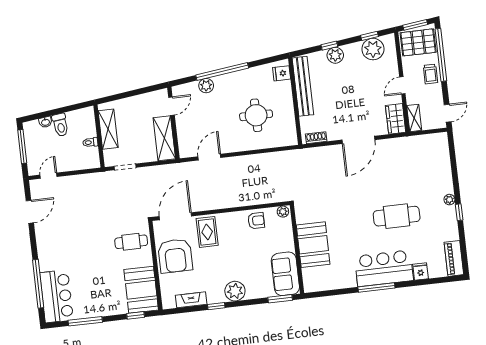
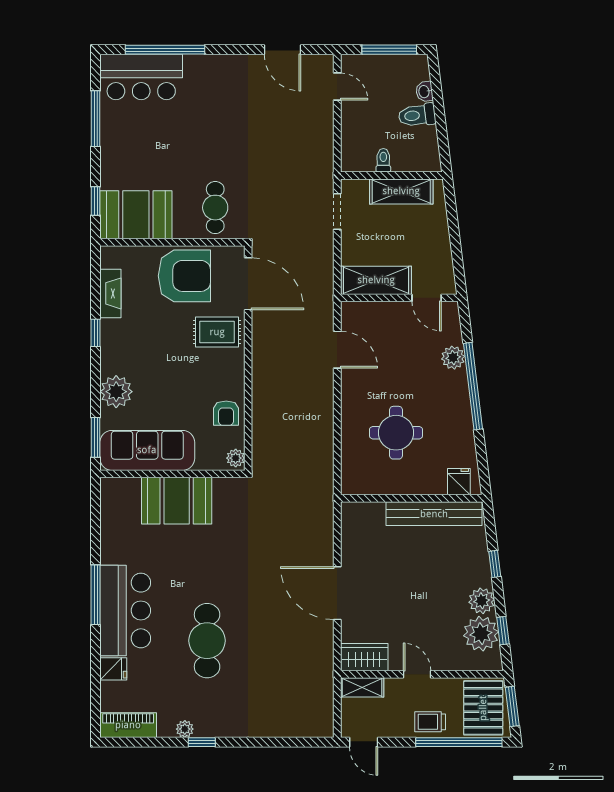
plant: (335, 55) -> (482, 601), moved
shoe rack: (316, 138) -> (349, 525), removed
plant: (449, 200) -> (185, 729), moved
armchair: (175, 256) -> (184, 276), turned 180
sofa: (285, 274) -> (147, 450), width x1.36
plant: (235, 291) -> (116, 392), moved

